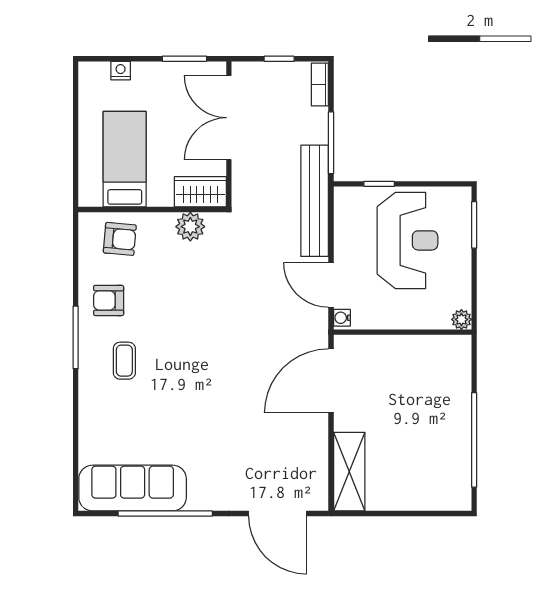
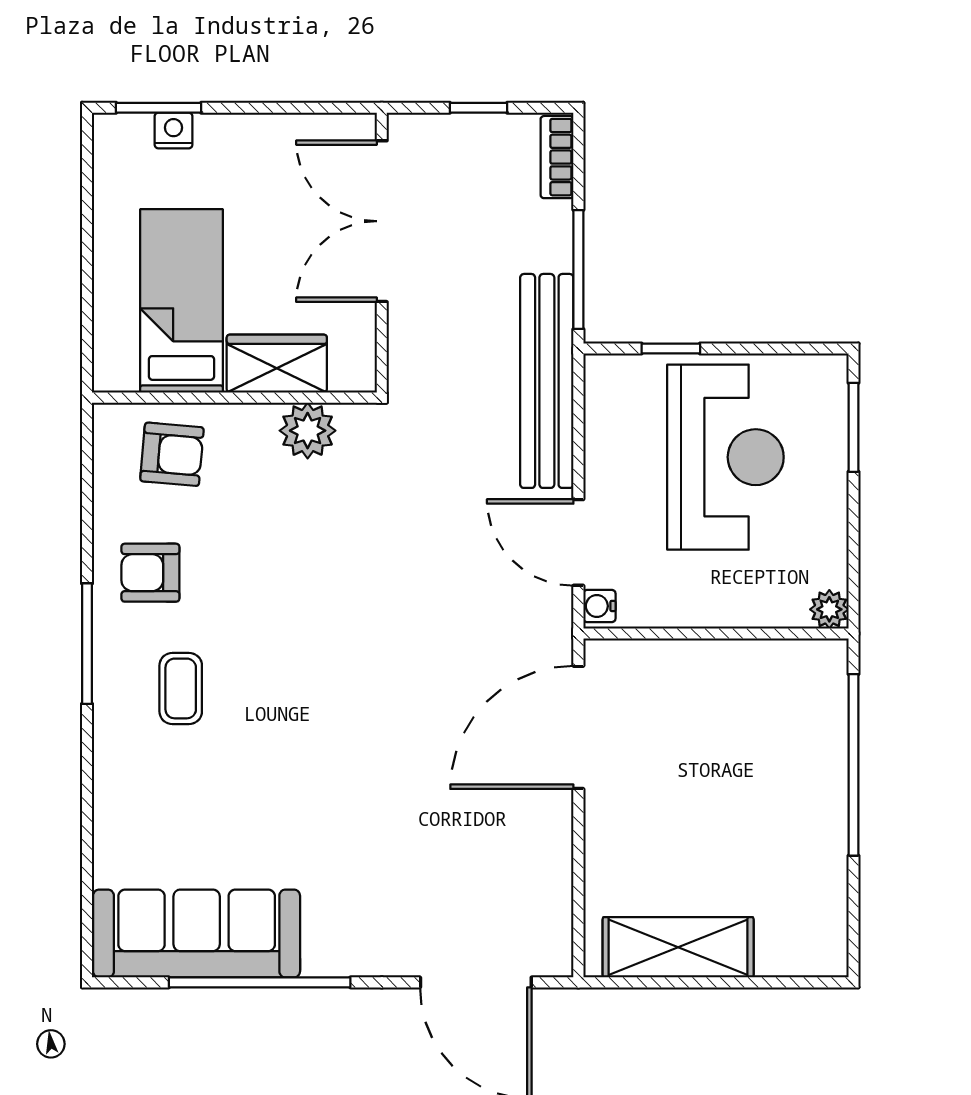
window: (185, 59) -> (159, 108), moved
wardrobe: (200, 192) -> (277, 364), moved
window: (474, 440) -> (854, 765), moved
shelving: (349, 472) -> (678, 947), moved, turned 90

